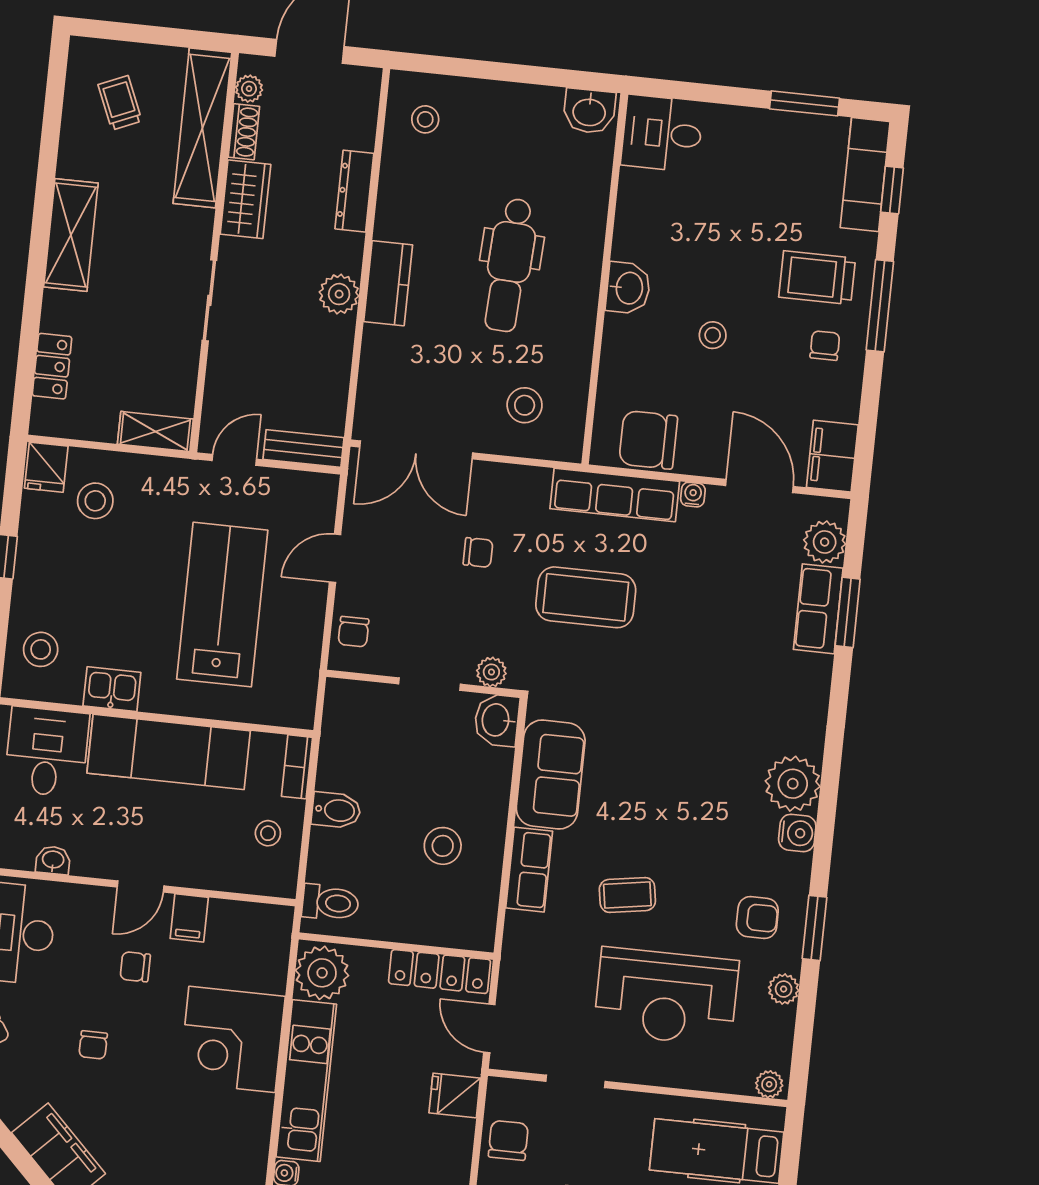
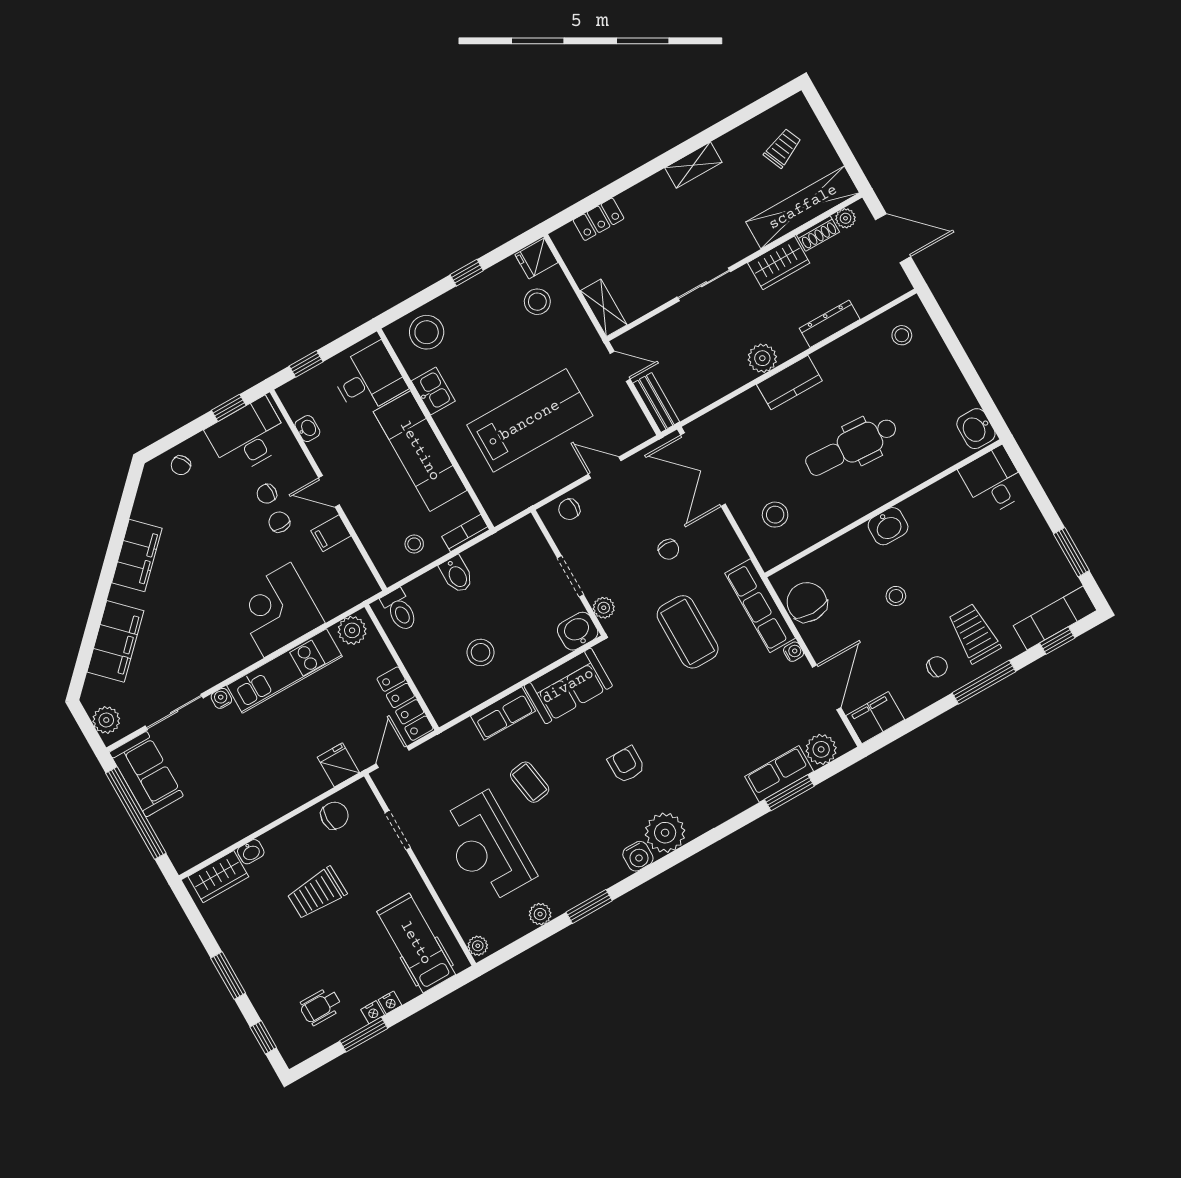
shelving: (71, 235) -> (693, 165), width x0.67, depth x0.75
stool: (41, 649) -> (427, 332), width x1.38, depth x1.38
armchair: (757, 918) -> (626, 765), moved, turned 180
plant: (322, 973) -> (352, 630), width x0.73, depth x0.73
chair: (93, 1045) -> (267, 494), moved

